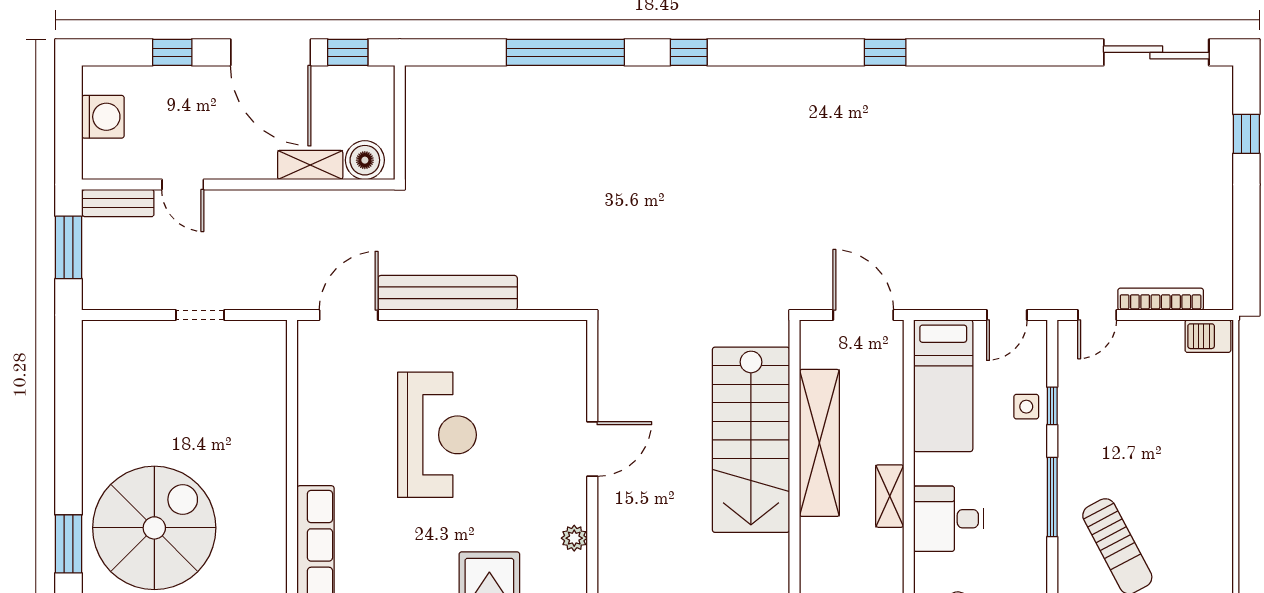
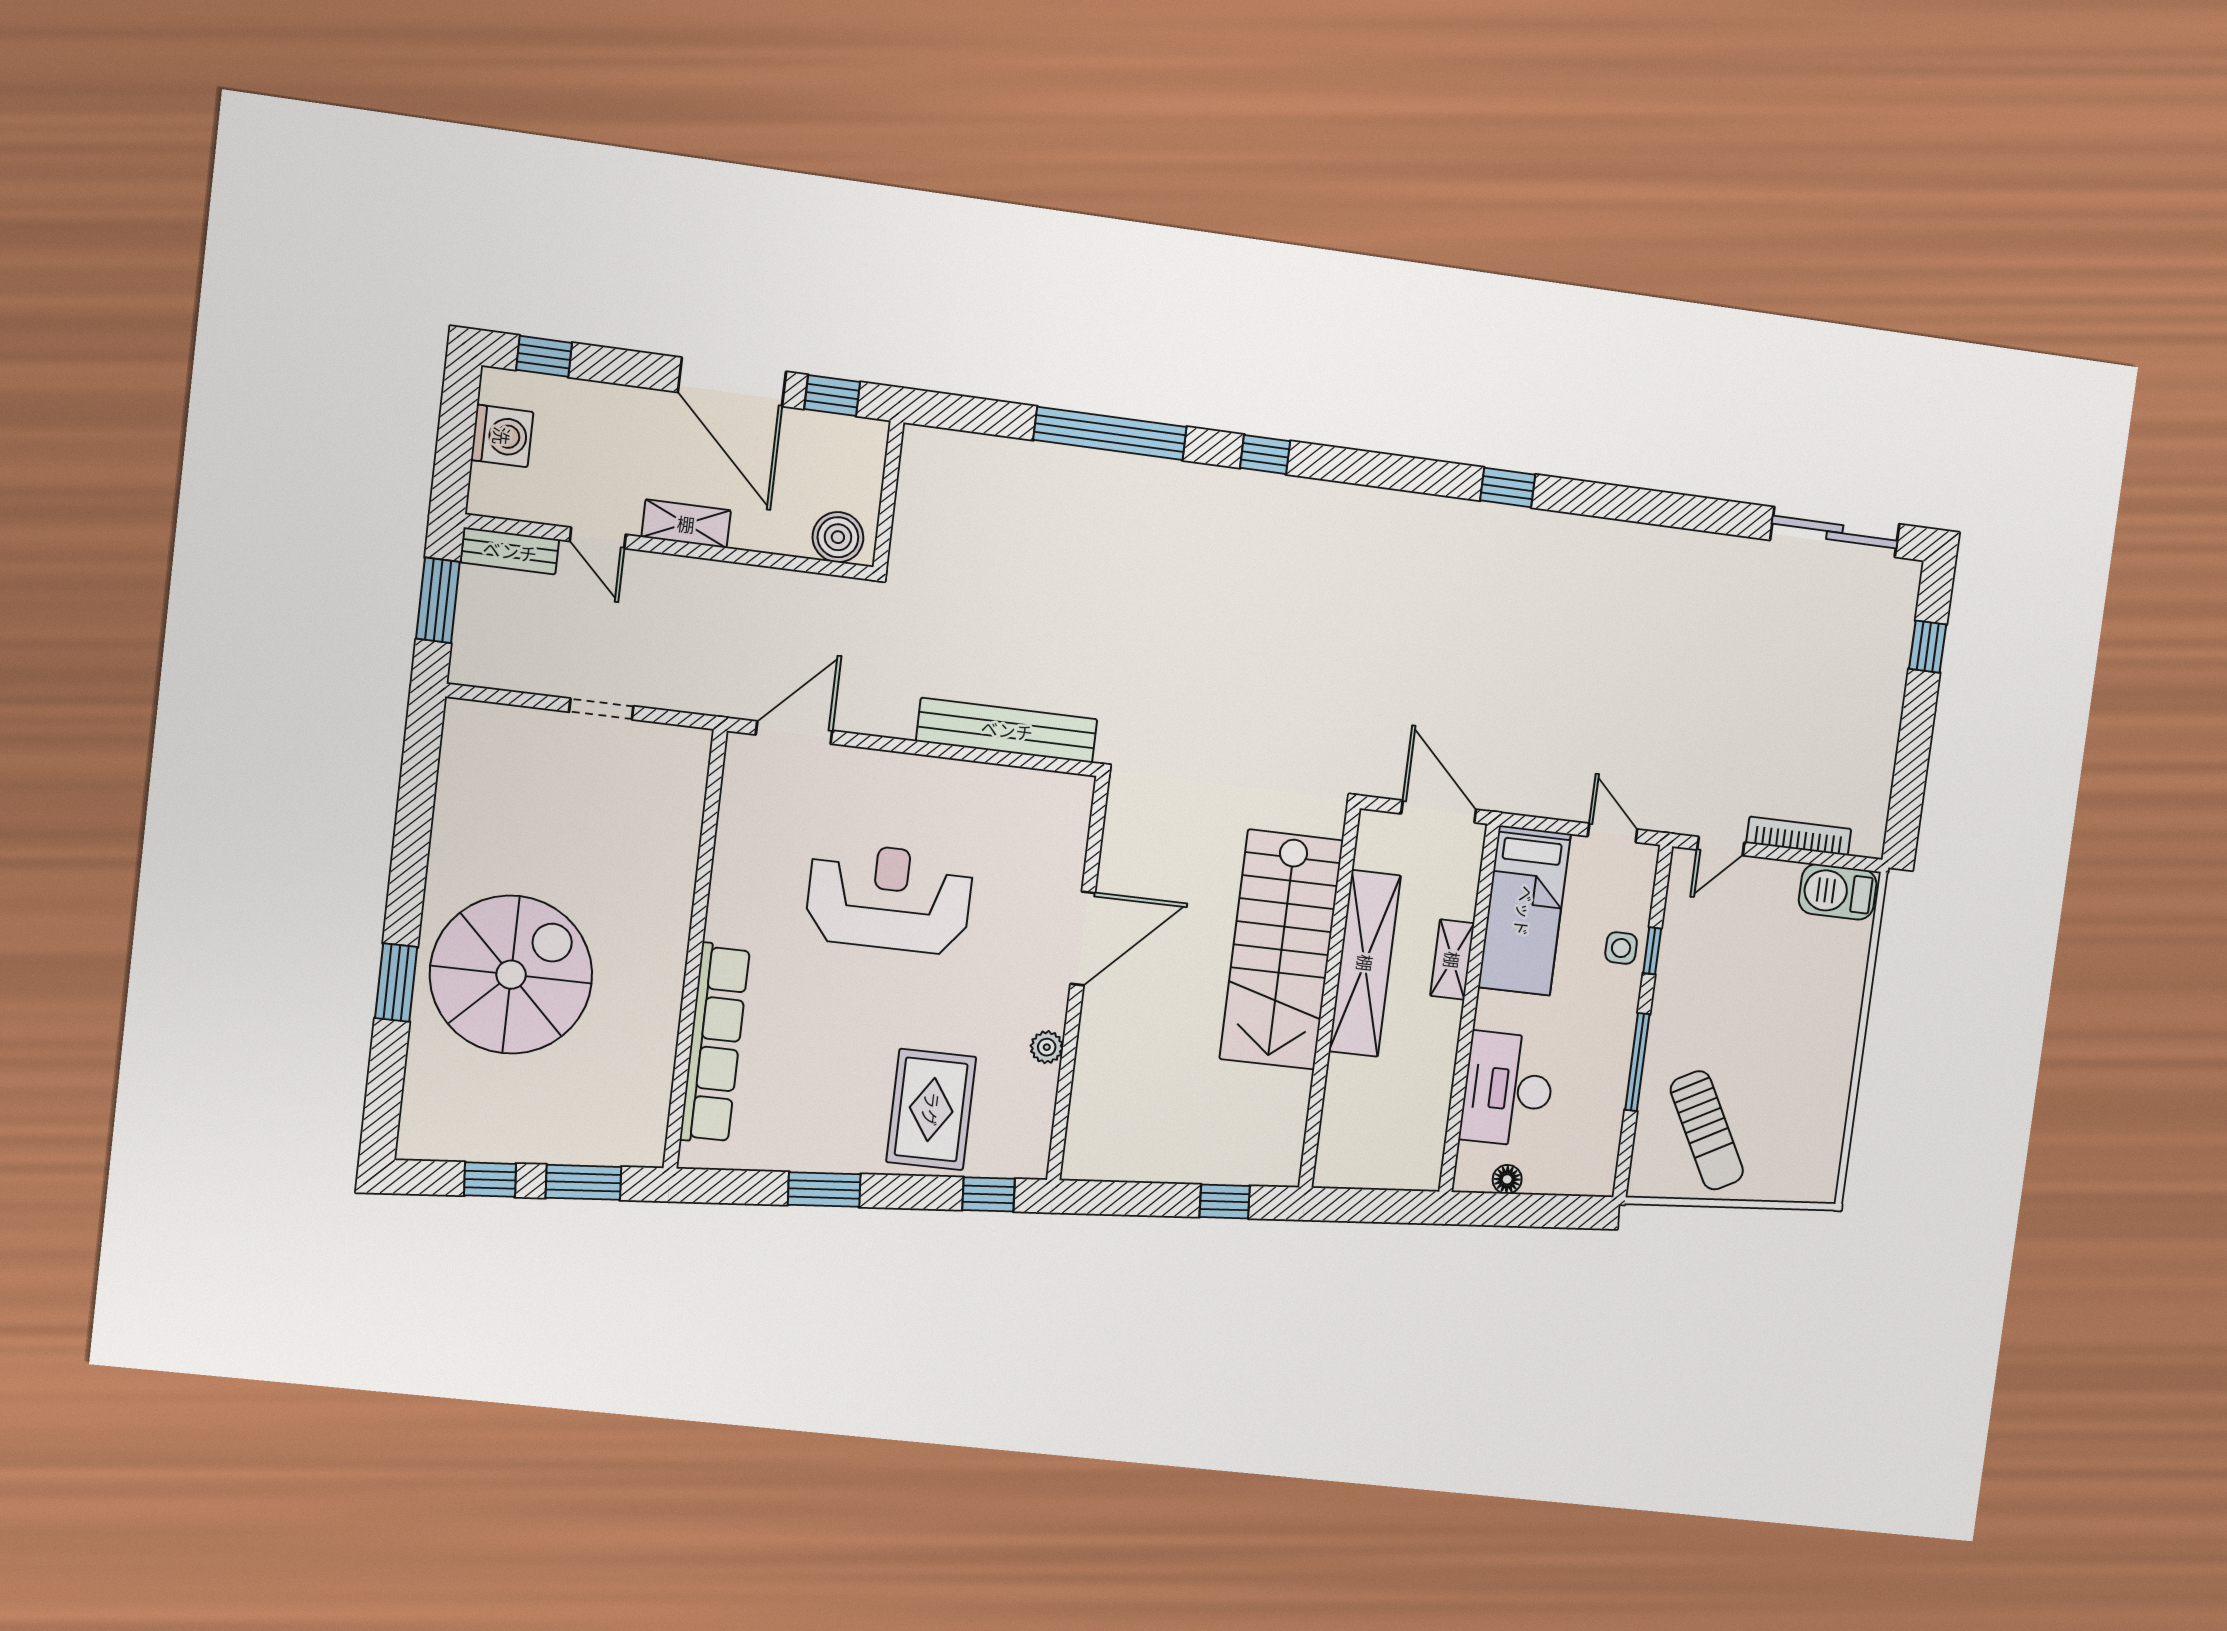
window: (172, 52) -> (544, 356), moved
shelving: (310, 165) -> (686, 524), moved
bench: (448, 293) -> (1007, 730), moved
door: (1007, 315) -> (1613, 833), swing flipped
barbecue: (1208, 336) -> (1838, 892), width x1.38, depth x1.27
reception desk: (437, 435) -> (889, 898), turned -90
door: (592, 449) -> (1083, 938), width x1.36
shelving: (890, 496) -> (1452, 960), moved
desk: (949, 519) -> (1508, 1089), width x1.37

